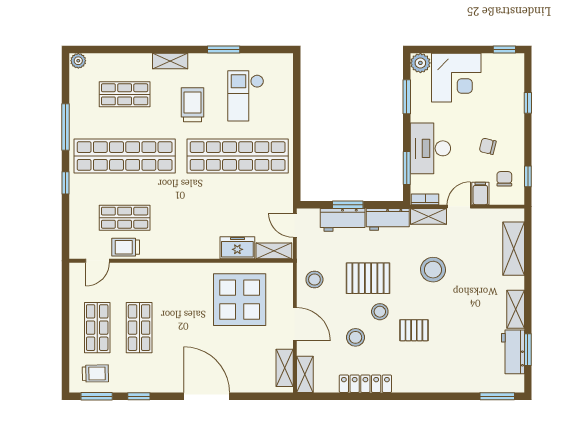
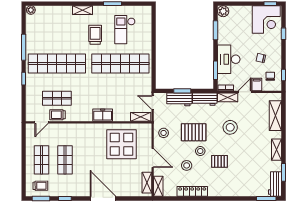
corner desk: (456, 78) -> (266, 19), moved
shop shelf: (125, 94) -> (57, 29), removed
freezer: (237, 248) -> (103, 115), moved
workbench: (513, 352) -> (275, 184), moved

